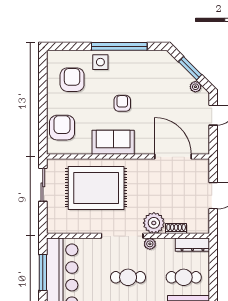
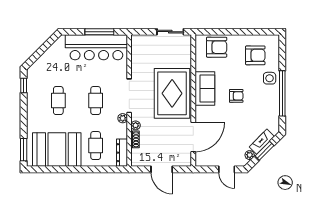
fireplace: (179, 72) -> (262, 142), added
rug: (96, 188) -> (172, 93), moved
plant: (154, 223) -> (136, 125), width x0.53, depth x0.53

